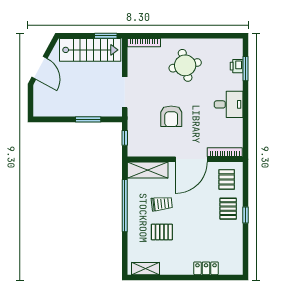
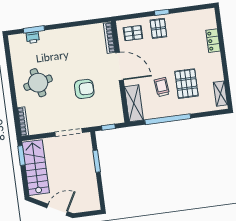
desk: (229, 104) -> (67, 40), removed
pallet: (228, 209) -> (158, 28), turned 90
pallet: (162, 232) -> (186, 84), width x1.50, depth x1.42

